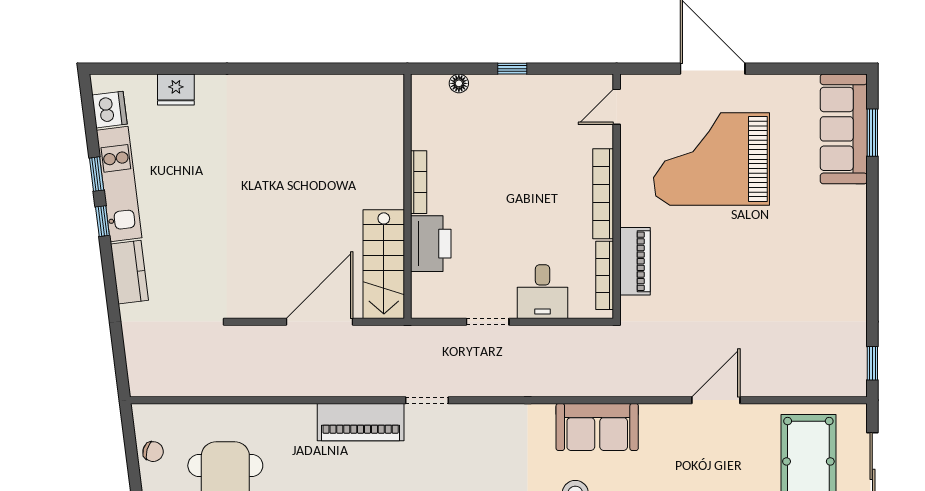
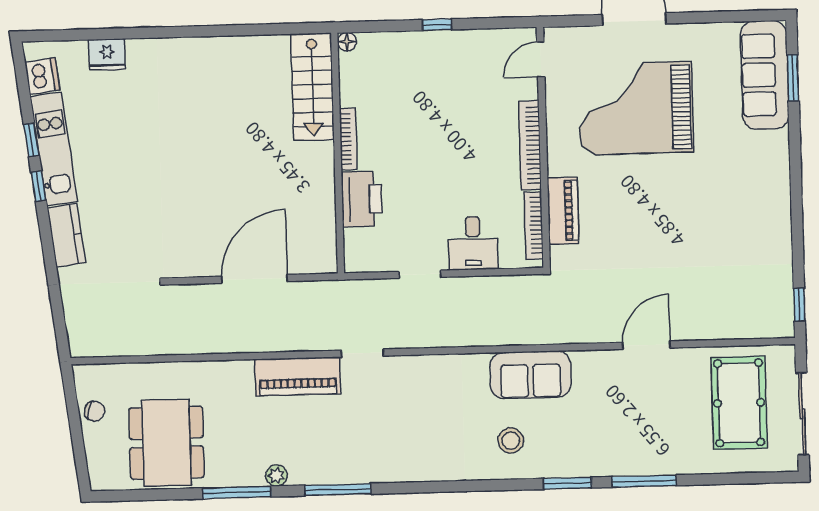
floor lamp: (459, 83) -> (347, 42), moved
stairs: (384, 264) -> (312, 87), moved

